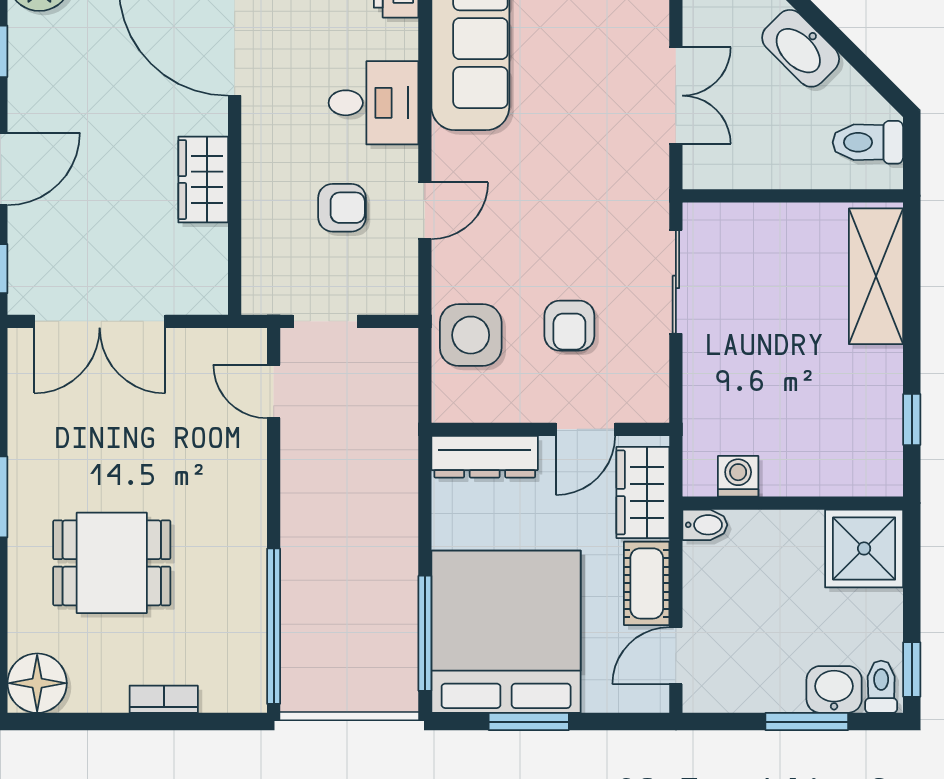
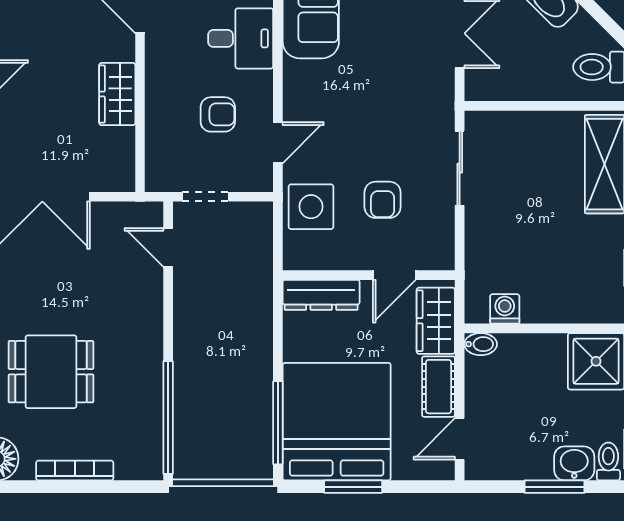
door: (425, 211) -> (278, 143), moved
bookcase: (164, 699) -> (75, 470), width x1.56

